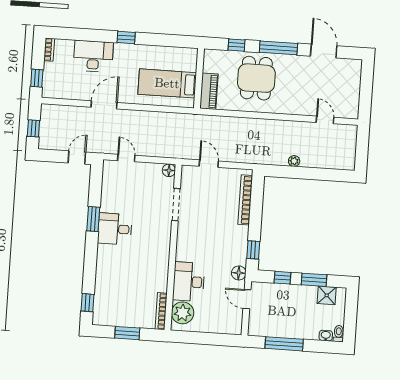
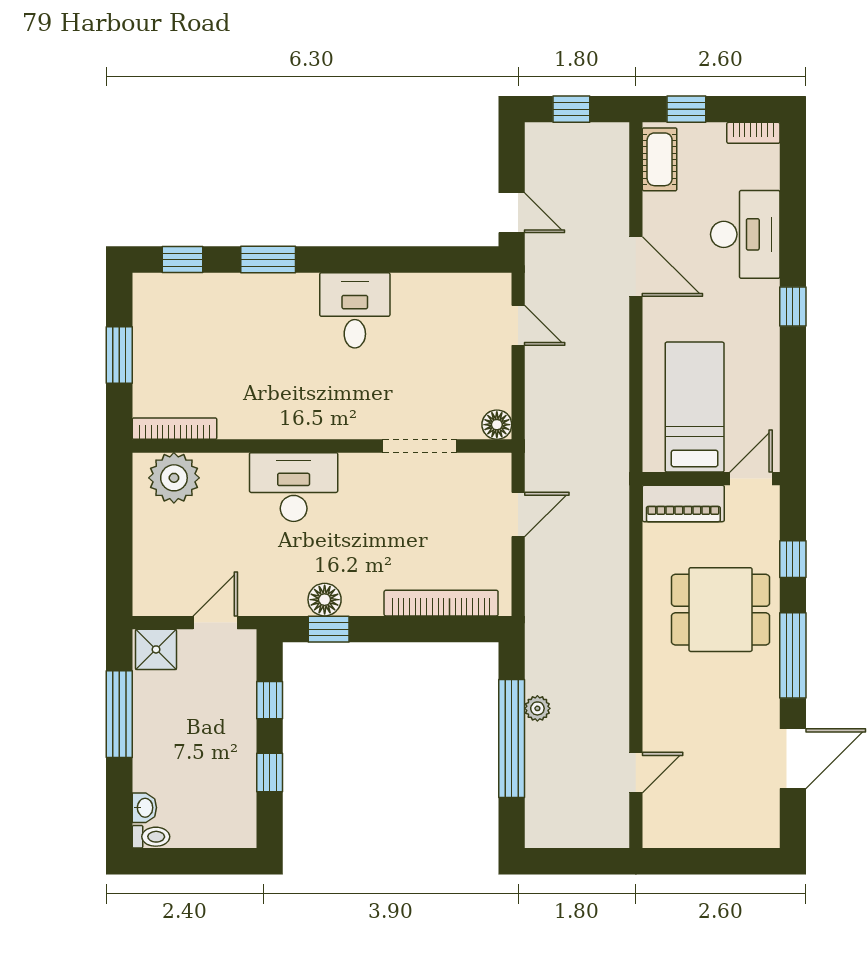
door: (200, 61) -> (751, 479), added
cot: (58, 91) -> (660, 159), added
door: (126, 158) -> (518, 325), hinge flipped
window: (306, 173) -> (512, 739), added
window: (93, 219) -> (268, 260), moved
floor lamp: (239, 273) -> (325, 600), moved
window: (314, 280) -> (270, 772), width x0.67
desk: (189, 282) -> (294, 487), moved
shower: (327, 295) -> (156, 649), moved

